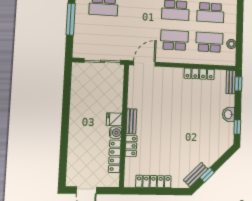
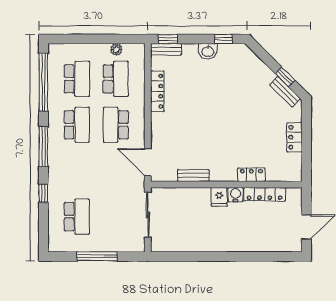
school desk: (209, 42) -> (116, 79), turned 180
bench: (131, 121) -> (193, 176), moved
locker: (153, 182) -> (294, 137), width x0.66

